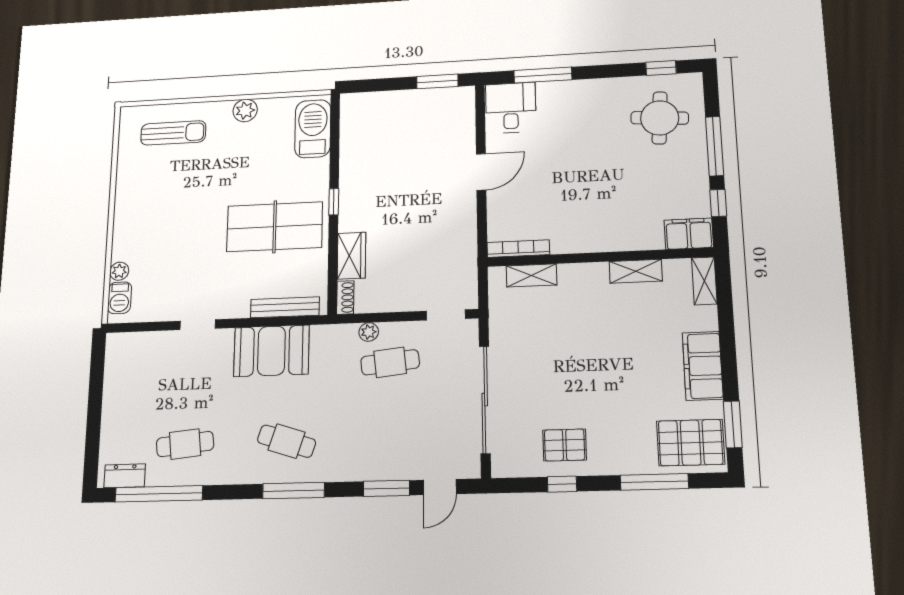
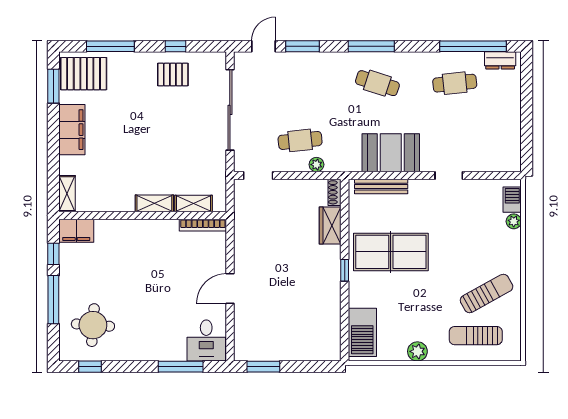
sun lounger: (158, 183) -> (487, 293), added
shelving: (636, 271) -> (154, 203), moved

